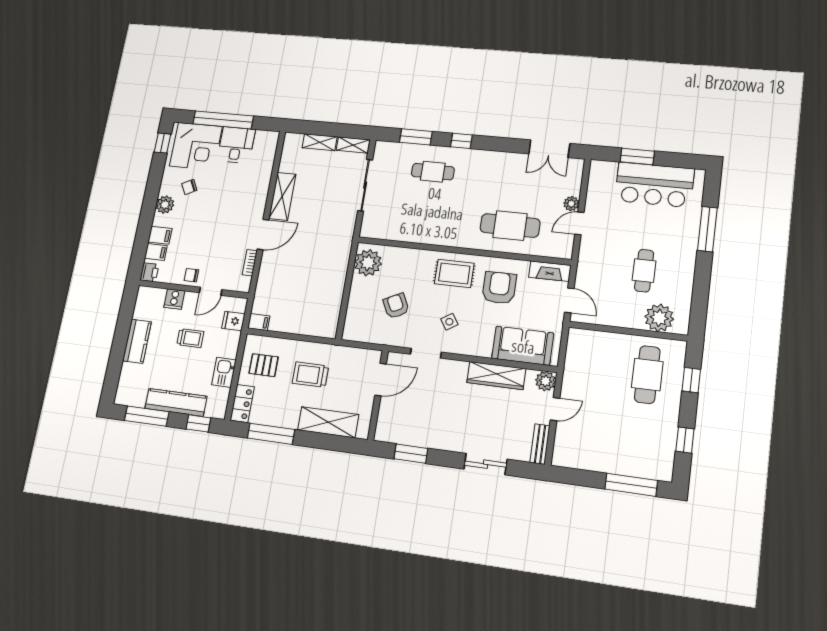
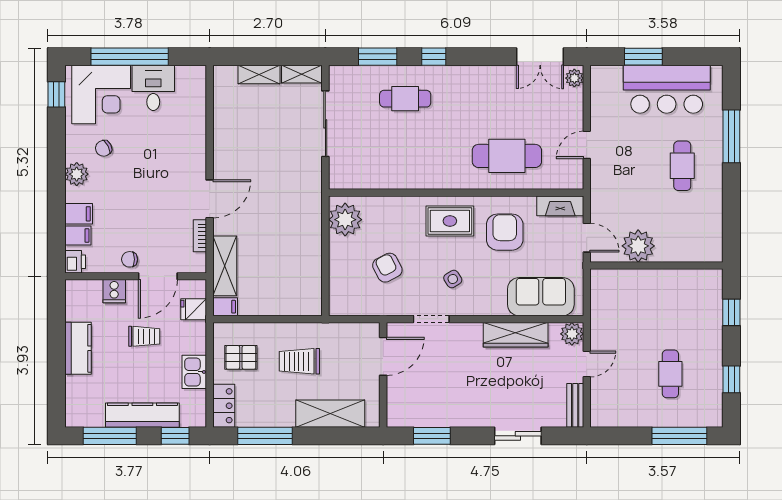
shelving: (282, 196) -> (225, 266), moved
plant: (571, 204) -> (574, 78), moved
cafe table: (644, 271) -> (682, 166), moved
door: (211, 291) -> (158, 276), width x1.38
plant: (659, 318) -> (638, 246), moved
cafe table: (647, 375) -> (670, 374), moved, width x0.73, depth x0.74

